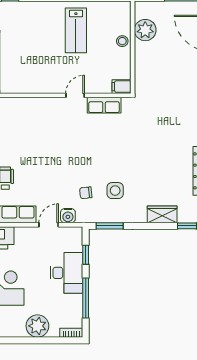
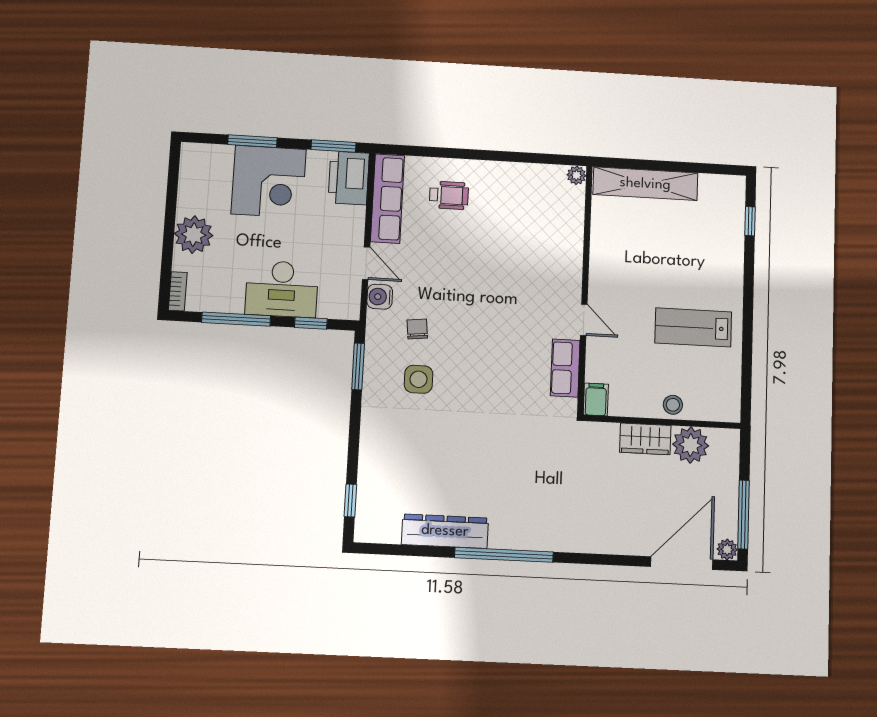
wardrobe: (162, 214) -> (645, 439), moved, turned 90

